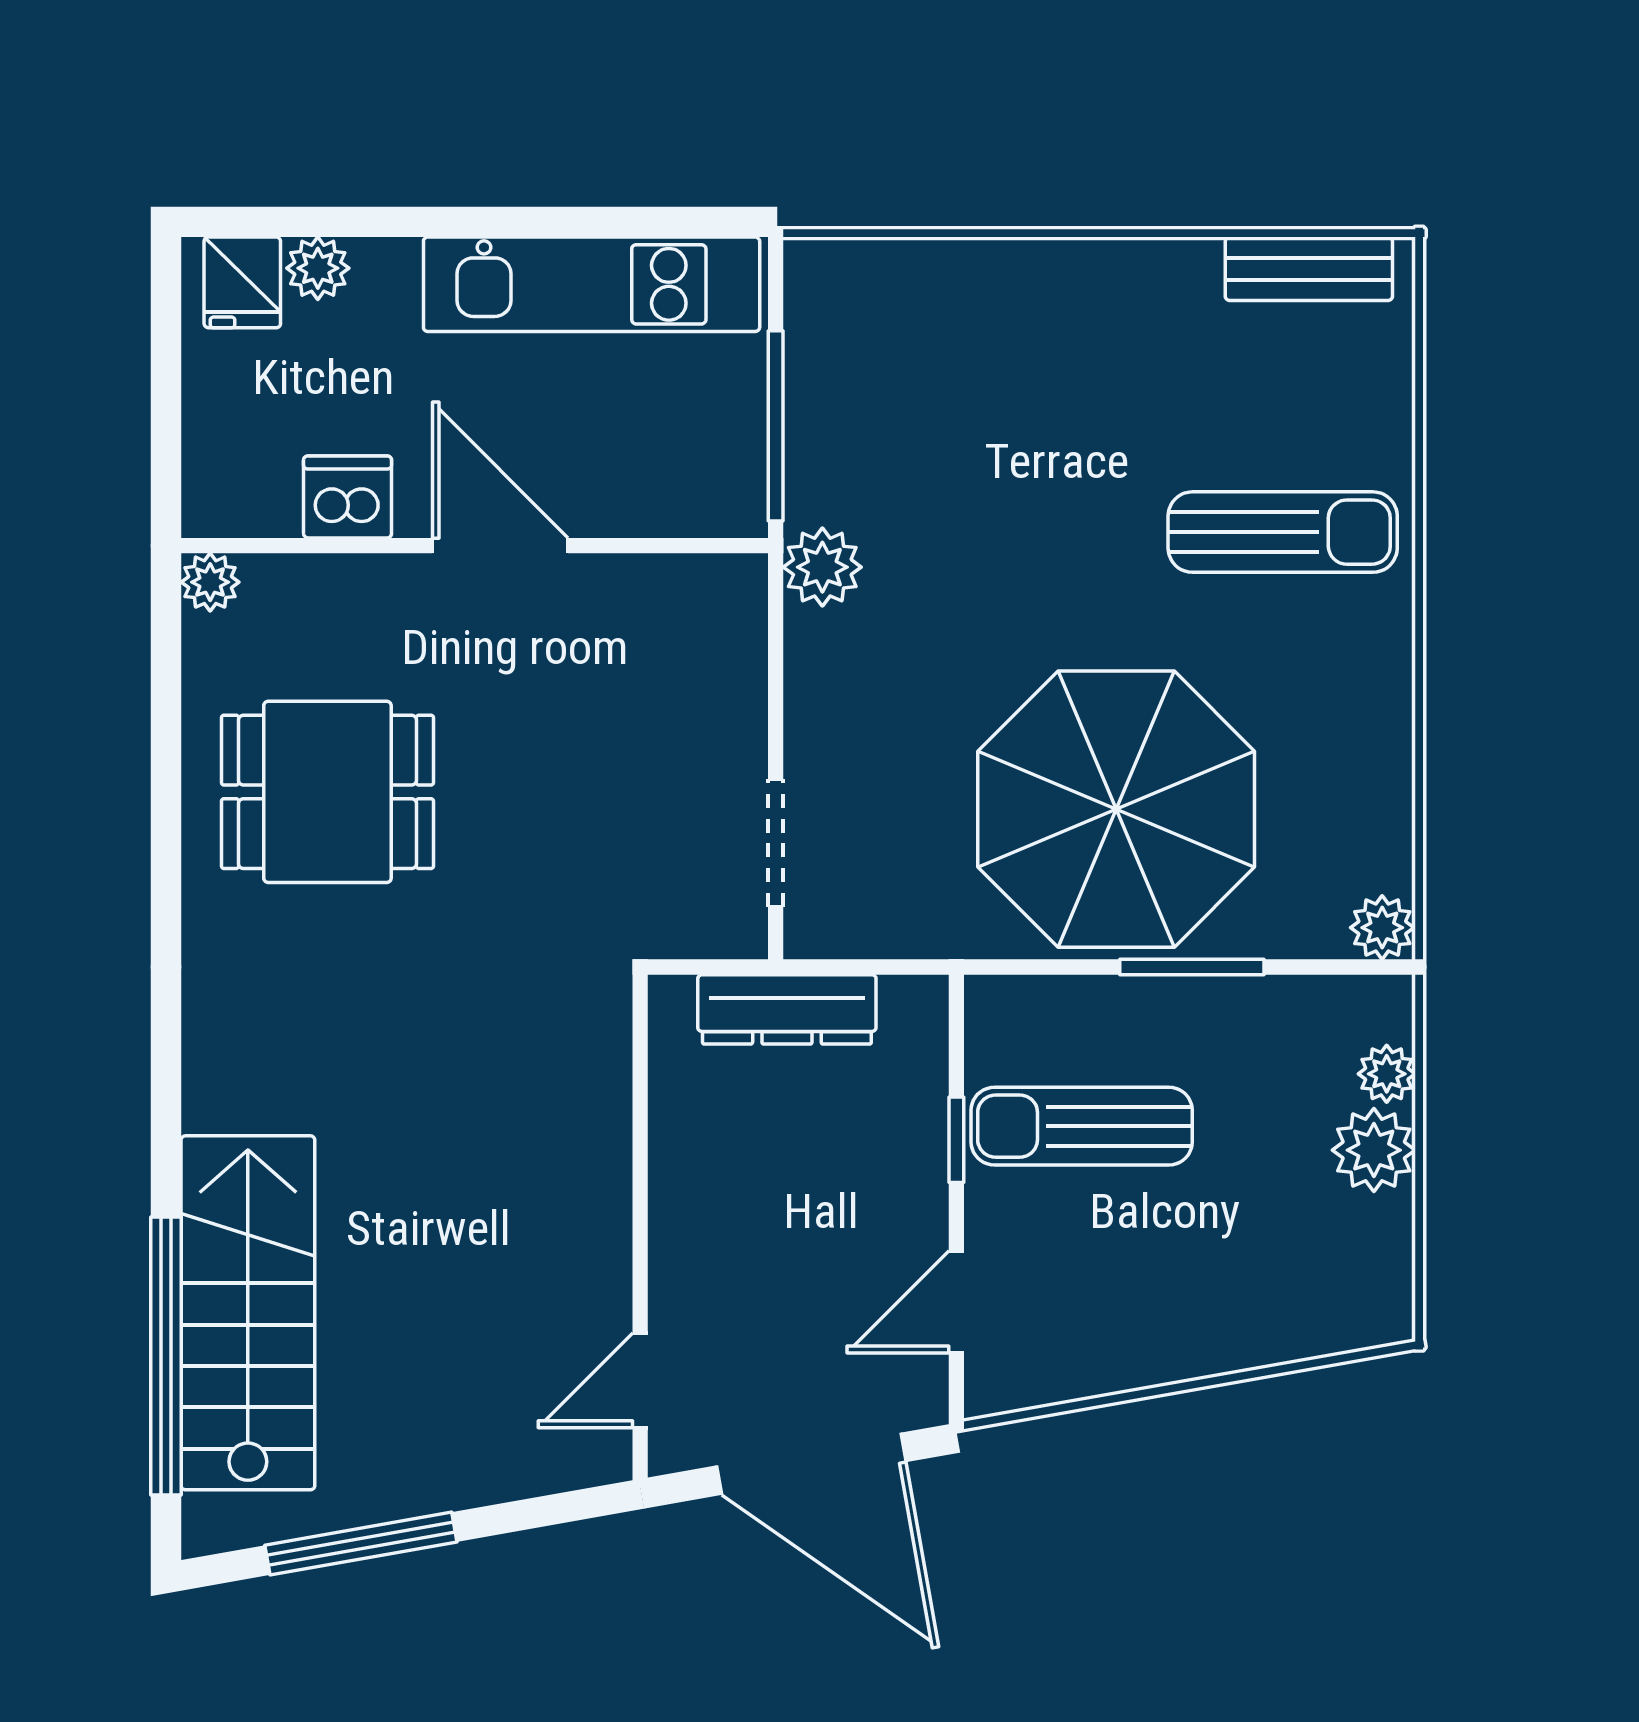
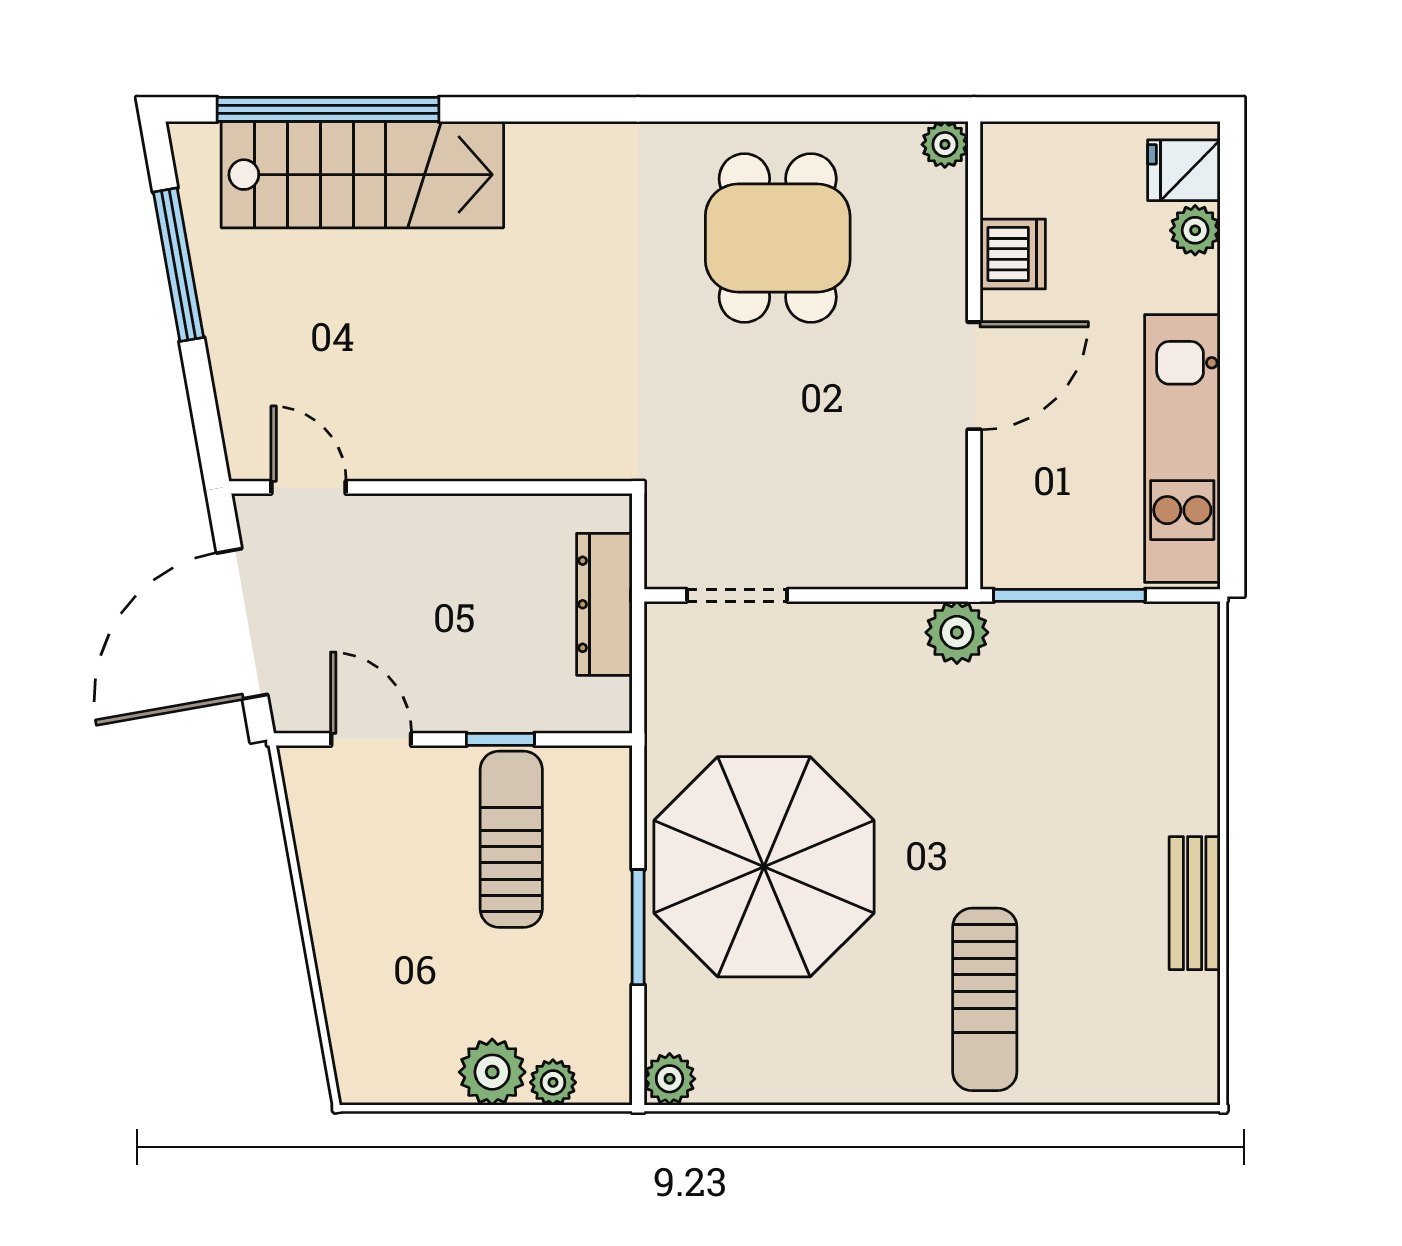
bench: (1309, 269) -> (1195, 903), moved

